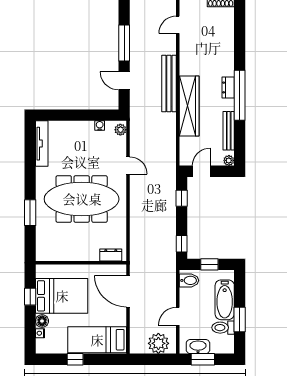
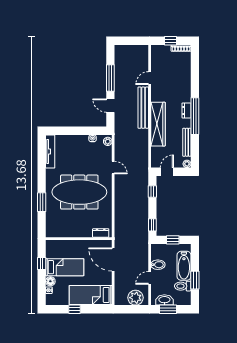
door: (178, 25) -> (150, 78), moved
bidet: (189, 280) -> (158, 265), moved
bed: (62, 296) -> (65, 267), width x0.67

